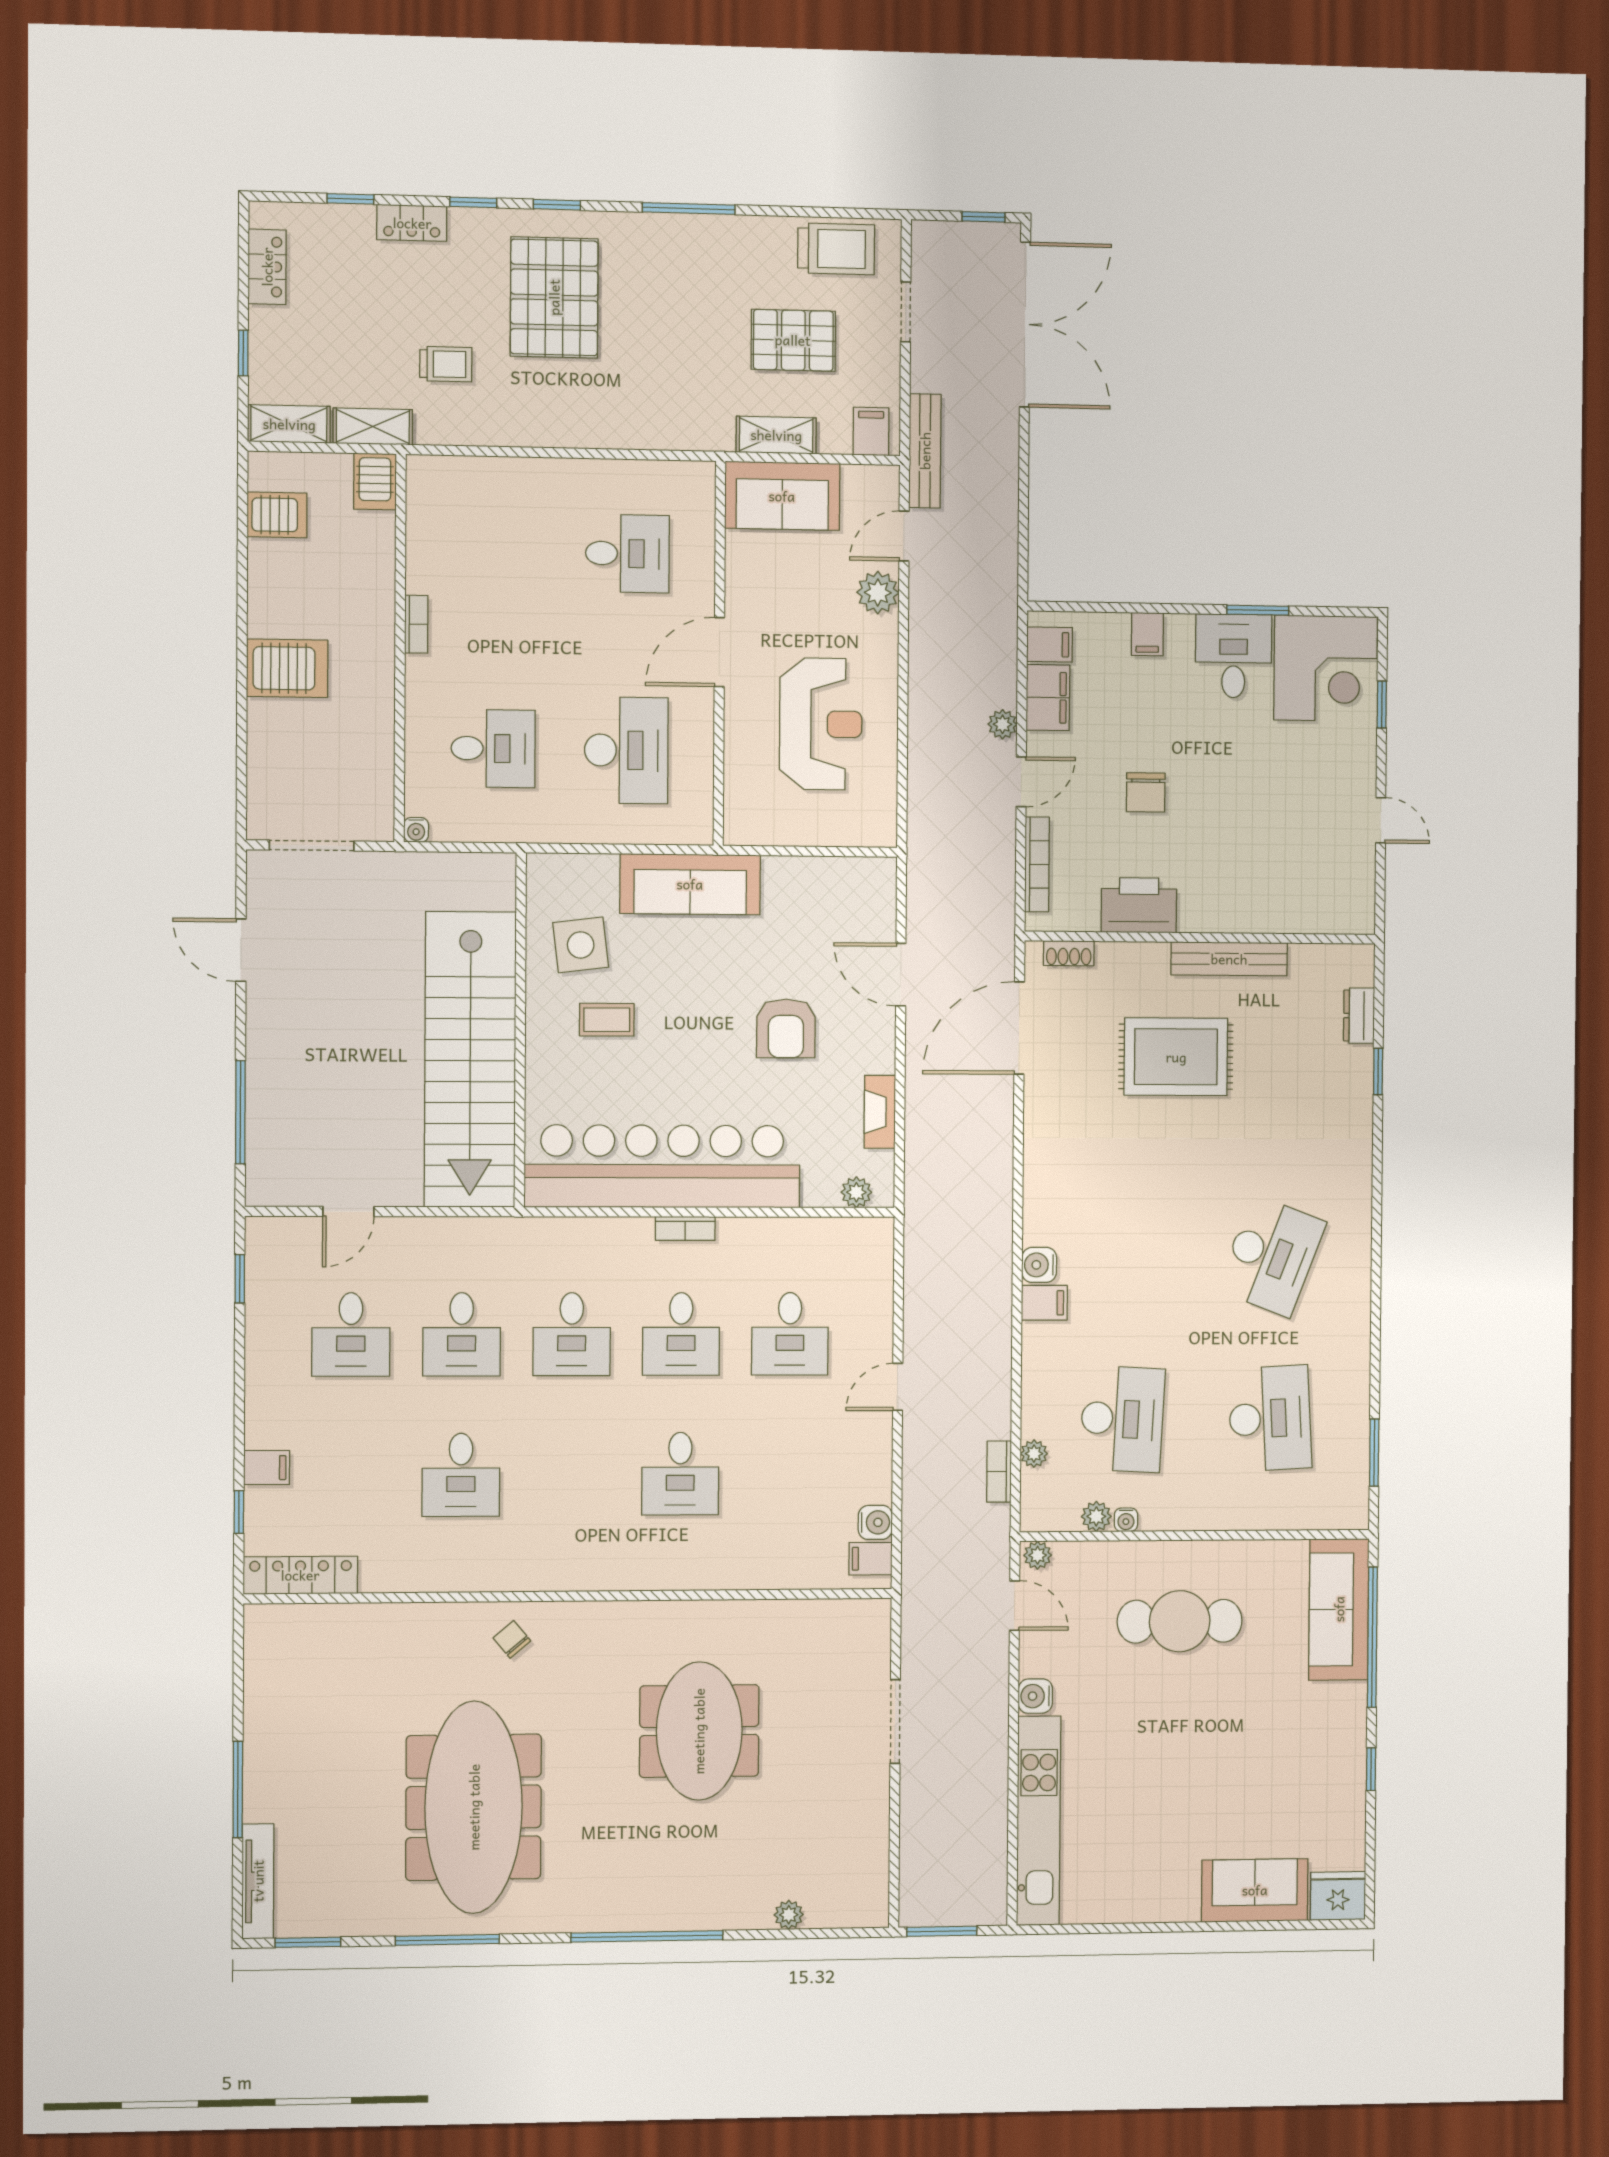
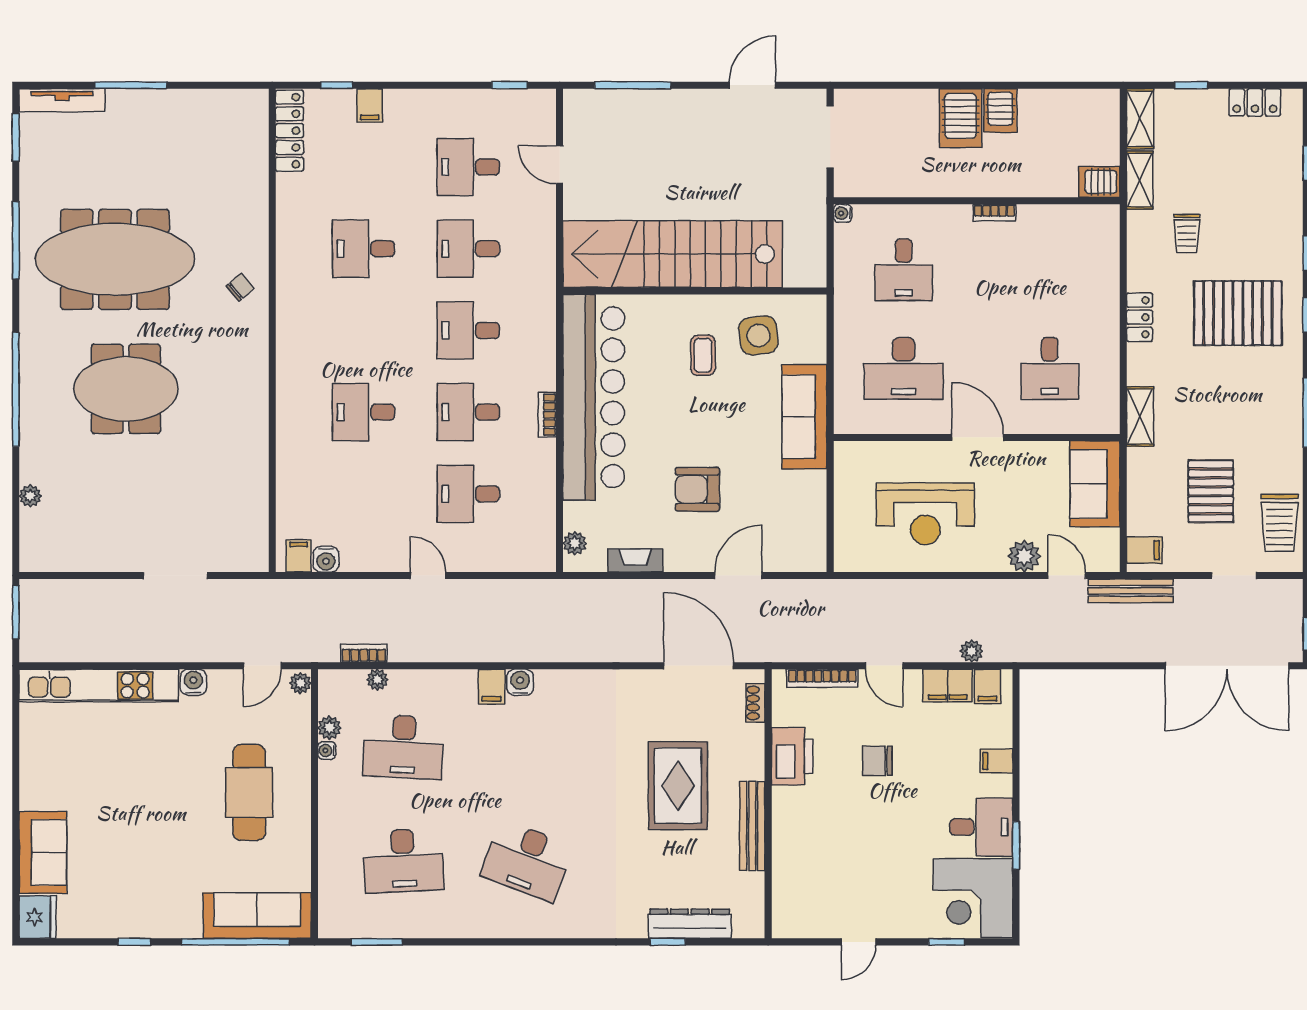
locker: (412, 223) -> (1140, 317), moved, turned 180
shelving: (776, 435) -> (1140, 416), moved
server rack: (277, 515) -> (1000, 110), moved
plant: (1002, 724) -> (971, 651), moved
dresser: (1359, 1016) -> (690, 924), width x1.96, depth x1.24
meeting table: (699, 1731) -> (126, 389), moved

